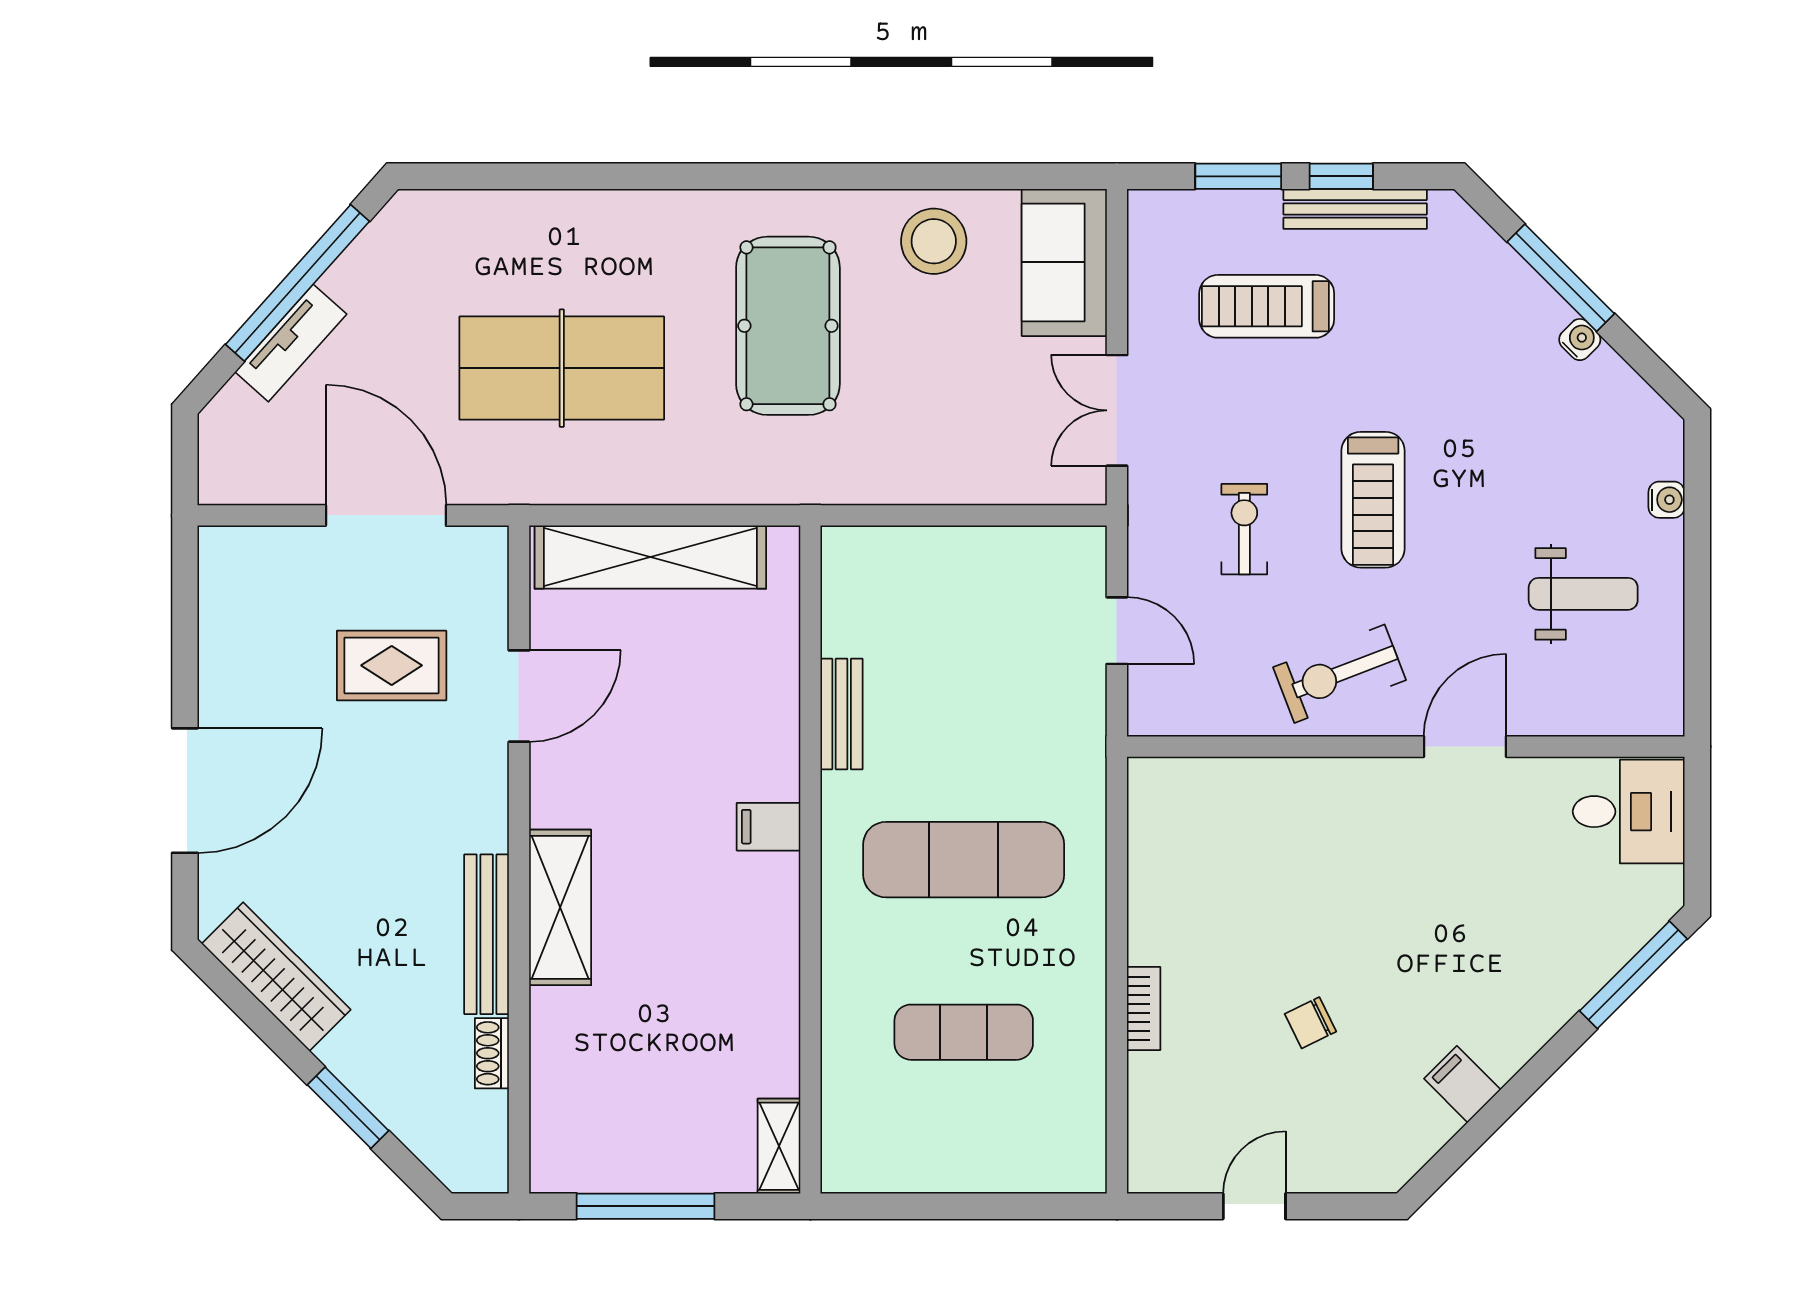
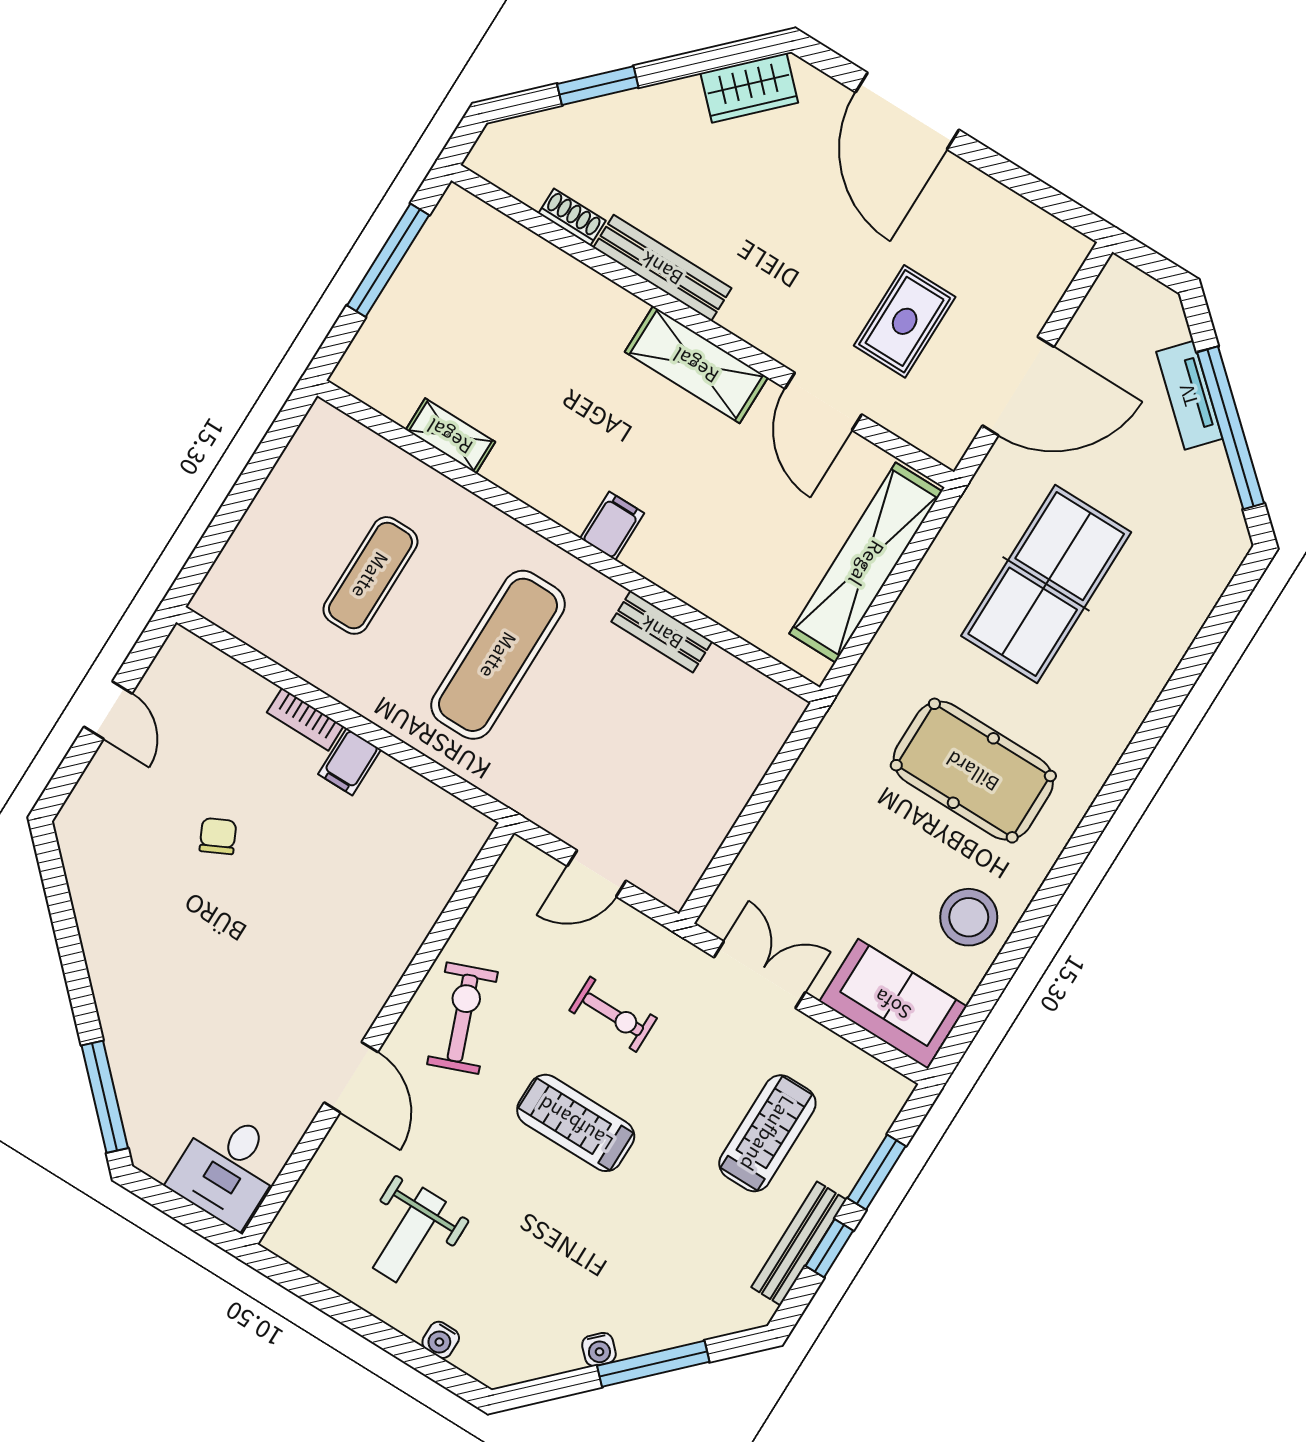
shelving: (560, 907) -> (696, 365), moved
wardrobe: (276, 977) -> (749, 88), width x0.67
filing cabinet: (1462, 1084) -> (350, 762), moved, turned 135
shelving: (779, 1146) -> (450, 436), moved

